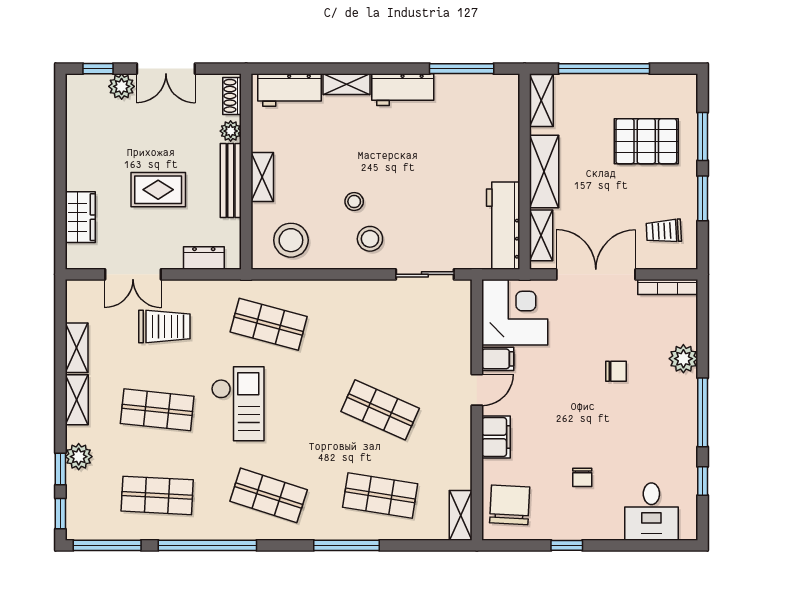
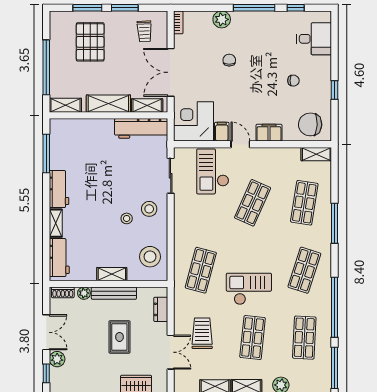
bookcase: (668, 287) -> (178, 22), width x0.64
checkout: (432, 344) -> (213, 171), added

